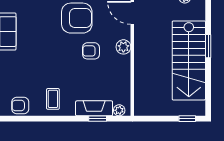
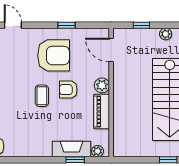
piano: (123, 72) -> (102, 111), added
coffee table: (53, 99) -> (42, 96), moved

